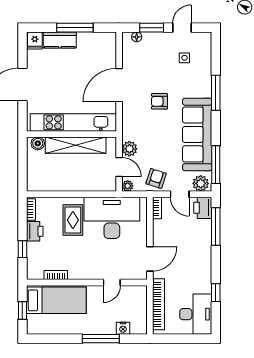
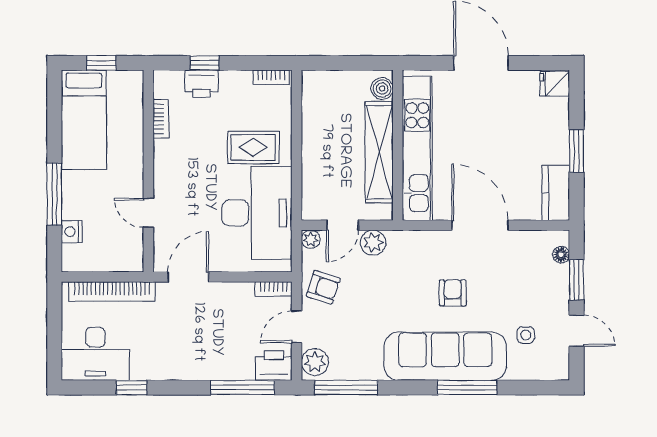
window: (75, 28) -> (576, 151), width x0.69
kitchen counter: (60, 40) -> (556, 193), moved
sofa: (197, 134) -> (445, 356), moved
printer: (35, 231) -> (202, 84), moved
door: (150, 259) -> (188, 277), swing flipped
bed: (56, 300) -> (84, 120), moved

